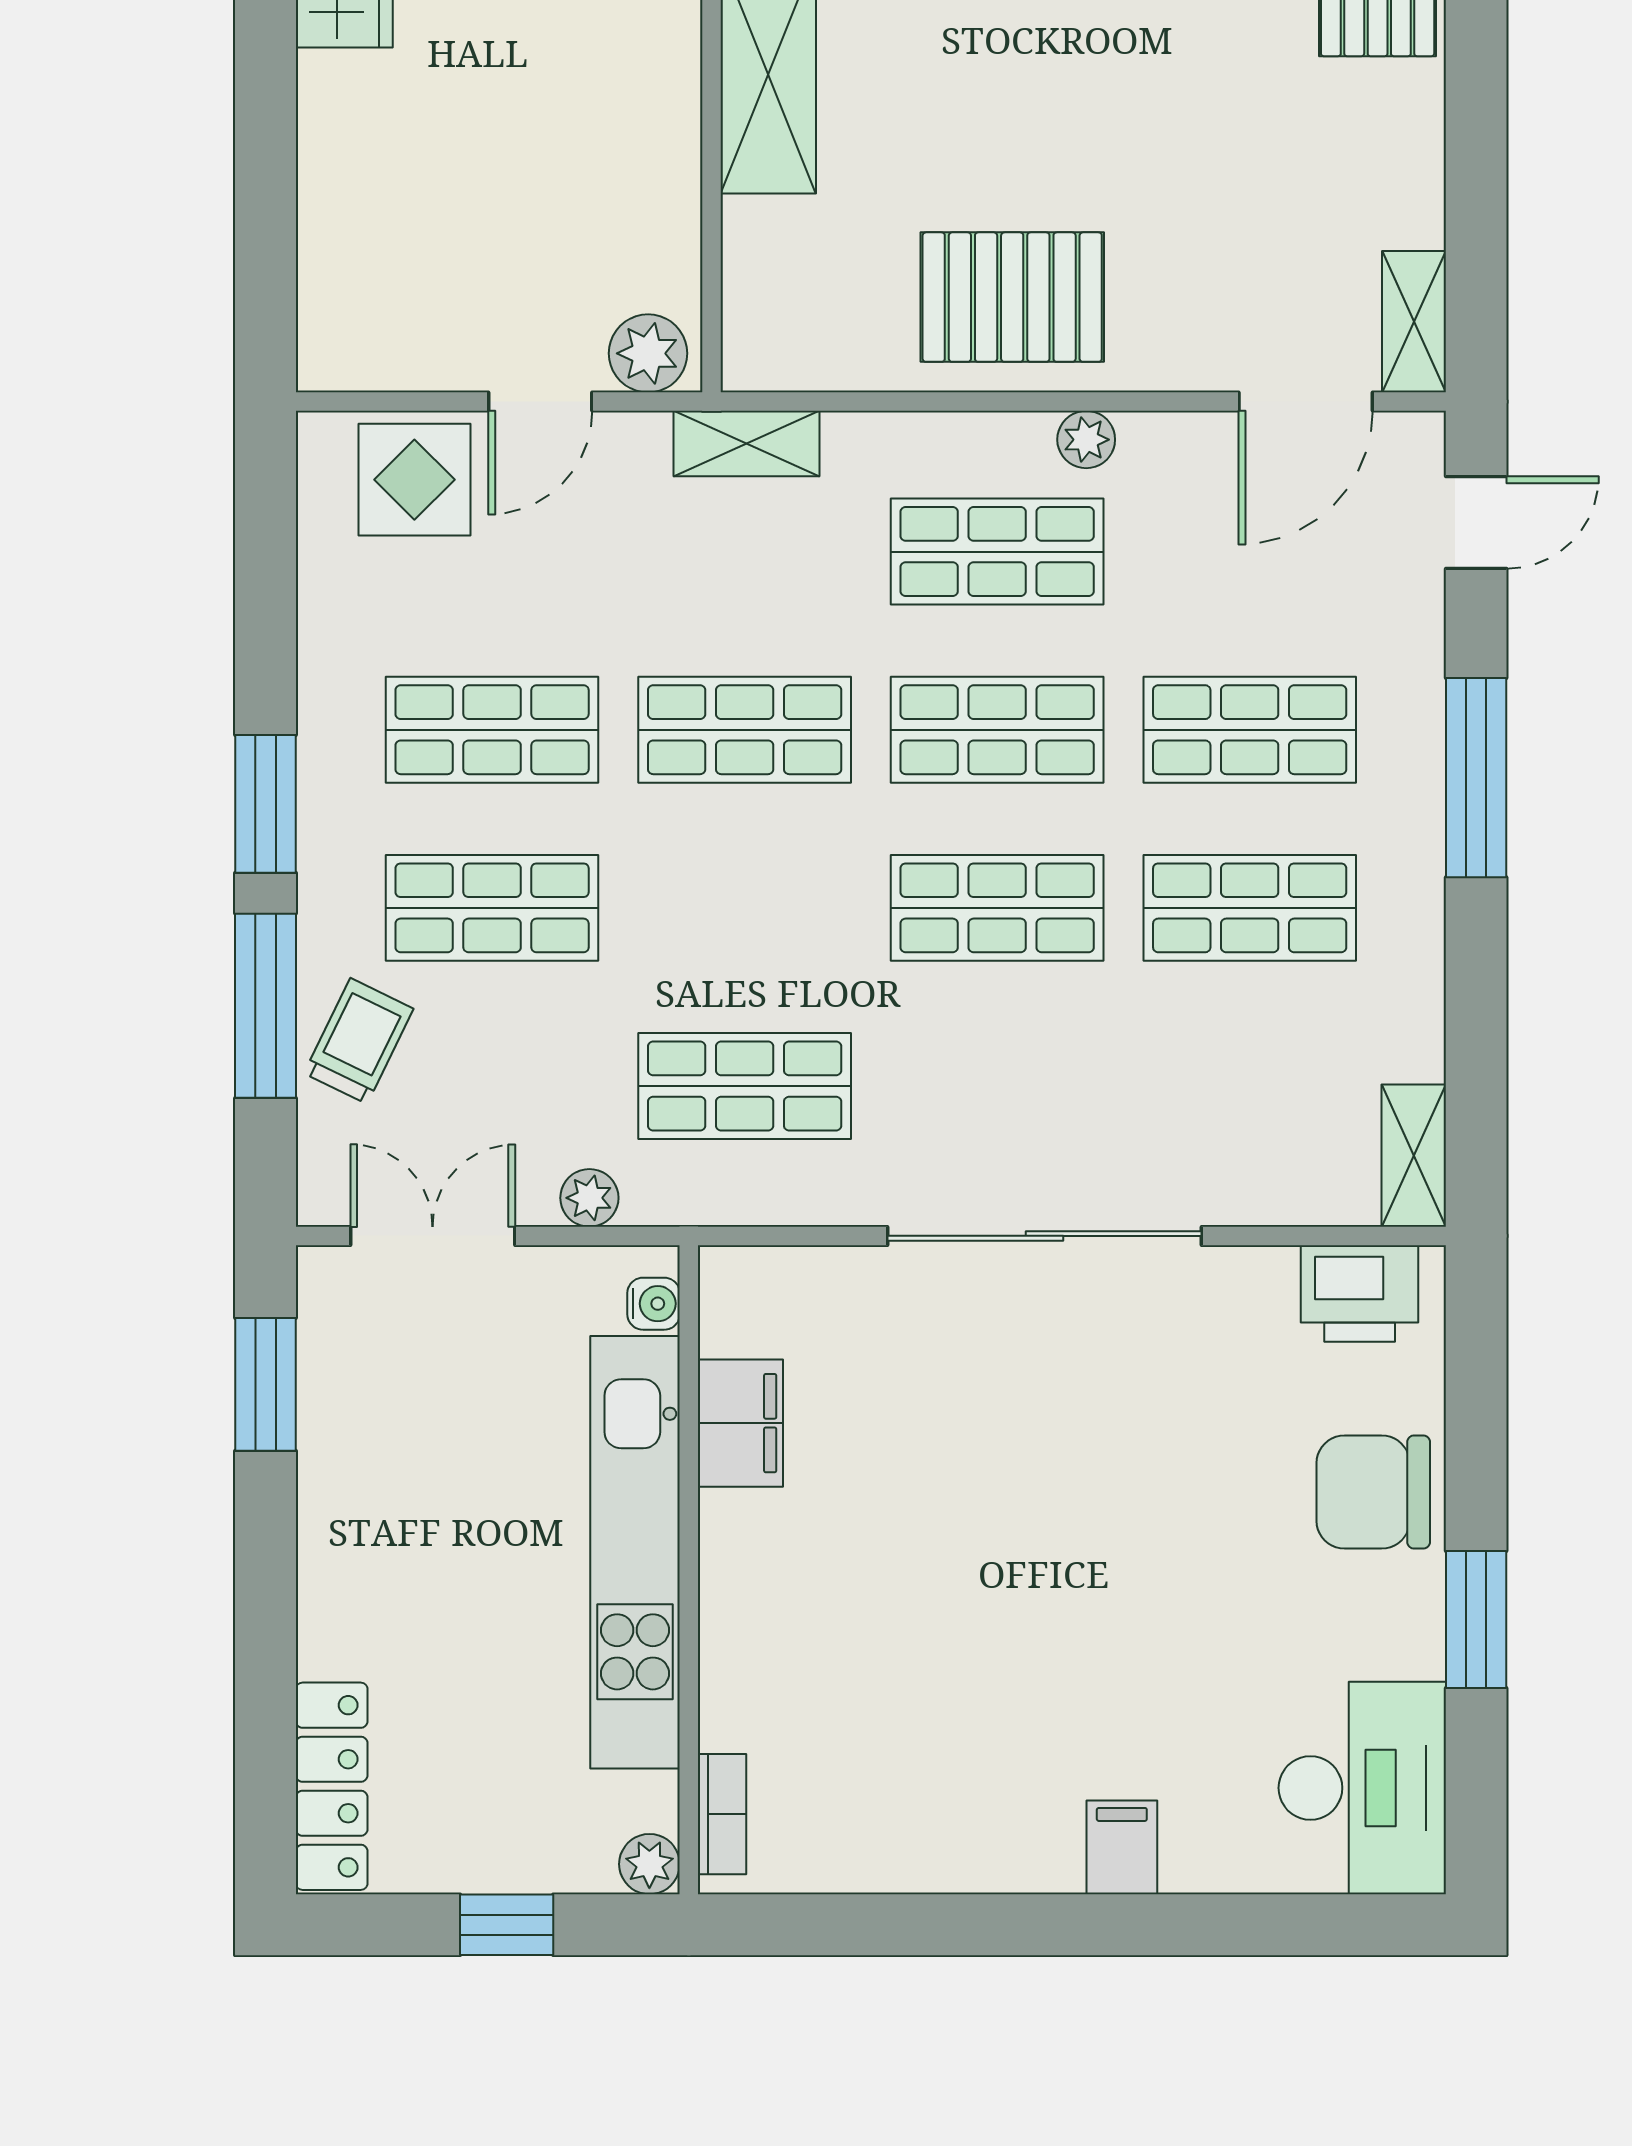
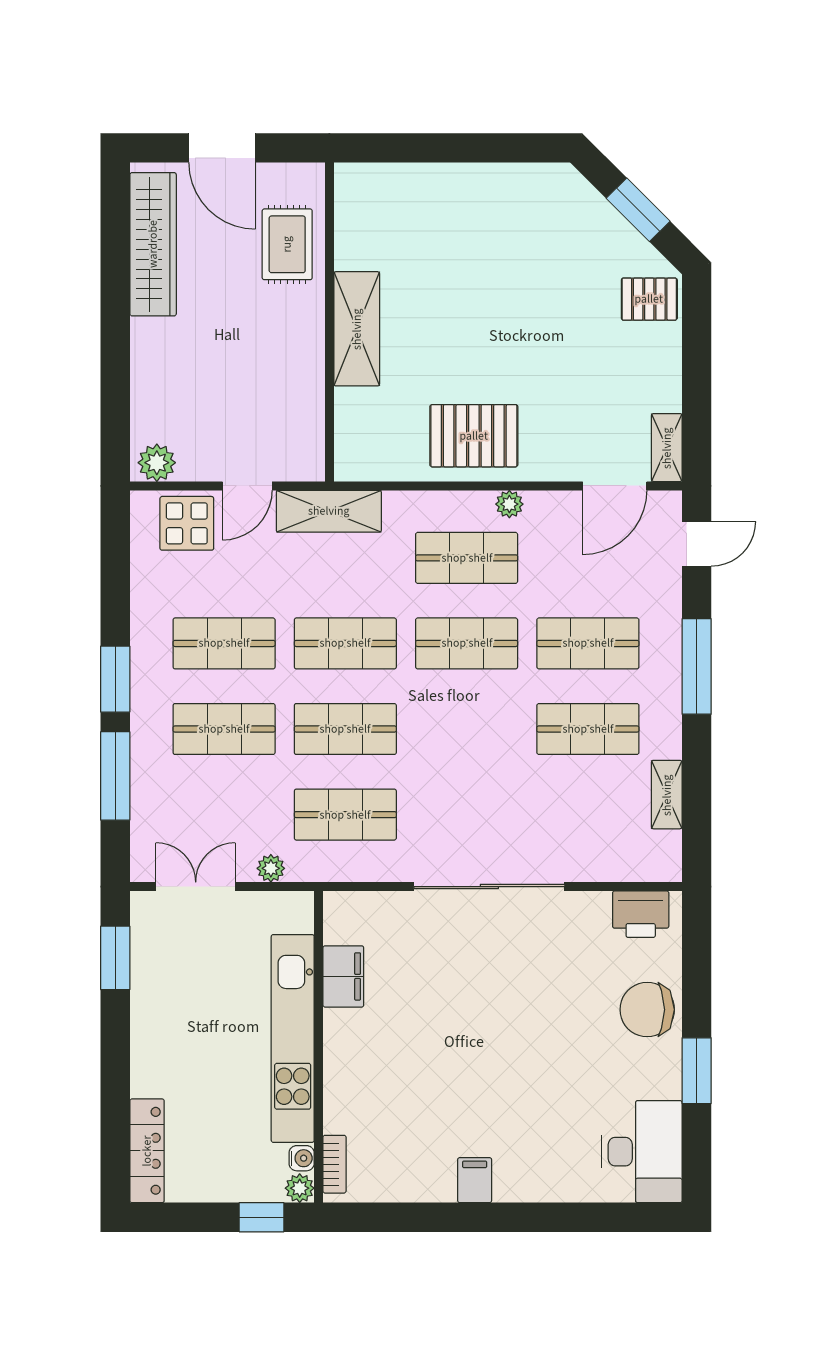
plant: (648, 353) -> (157, 463), moved
shelving: (747, 443) -> (329, 511), width x1.50, depth x1.33
shop shelf: (997, 908) -> (345, 729), moved
trolley: (359, 1041) -> (160, 793), removed
shelving: (1414, 1156) -> (667, 795), moved
water cooler: (654, 1304) -> (302, 1158), moved
filing cabinet: (1122, 1847) -> (475, 1180), moved
window: (507, 1925) -> (262, 1217), moved

